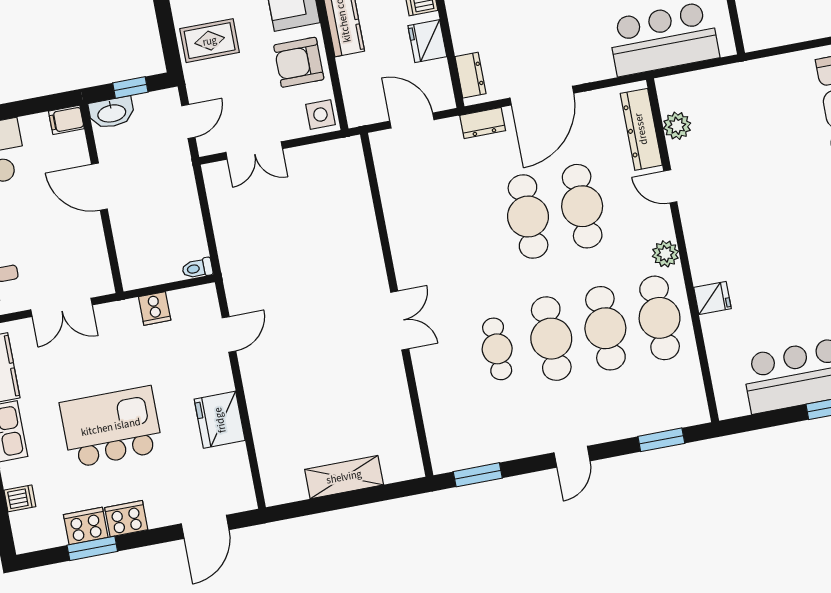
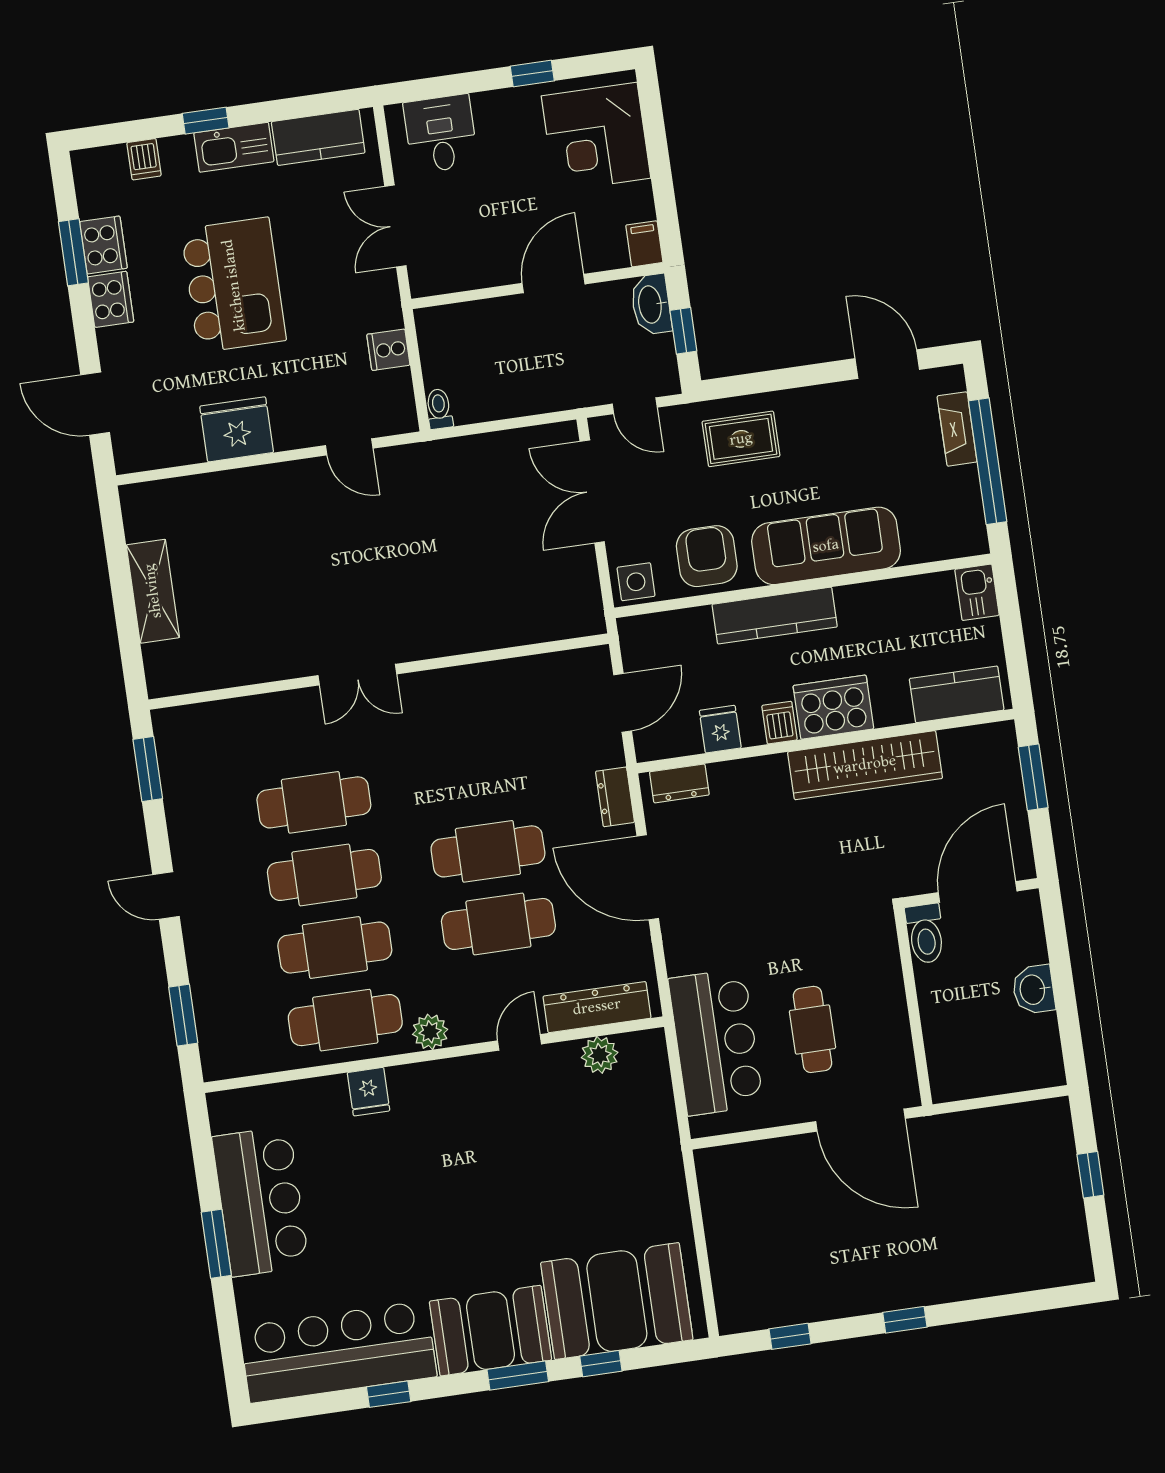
rug: (210, 41) -> (741, 439), turned 90
fridge: (427, 41) -> (720, 729), width x0.72
double door: (254, 151) -> (592, 491), width x1.37
cafe table: (497, 349) -> (314, 802), width x1.37, depth x1.35

